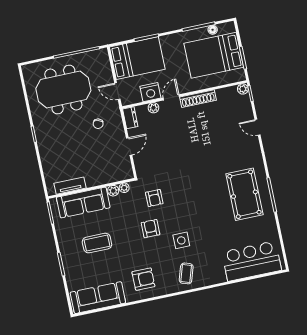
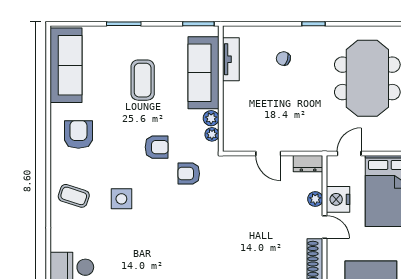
chair: (98, 124) -> (283, 59), moved
armchair: (151, 229) -> (157, 147), moved
armchair: (143, 279) -> (78, 134), turned 180

